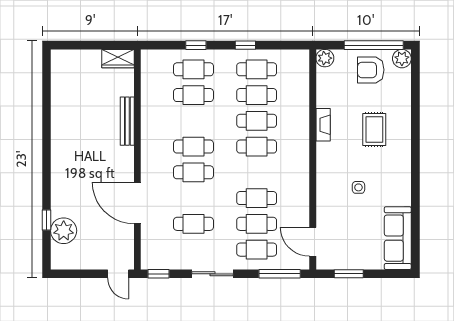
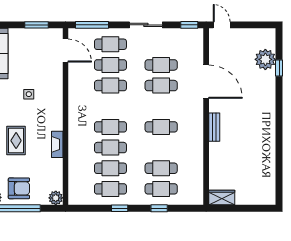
bench: (127, 121) -> (214, 127), moved, width x0.73
cafe table: (193, 172) -> (161, 86), moved

